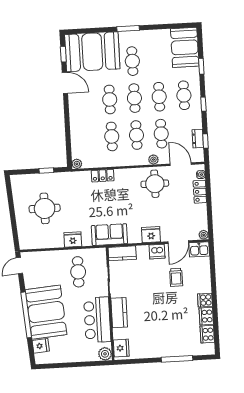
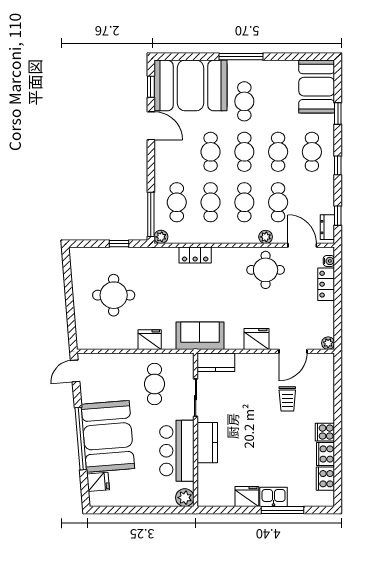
window: (128, 29) -> (241, 57), width x1.44
cafe table: (87, 138) -> (177, 202), added
dresser: (198, 139) -> (327, 227), moved
window: (69, 148) -> (151, 214), added
kitchen sink: (199, 249) -> (274, 497), moved, turned 180
dishwasher: (157, 252) -> (263, 362), removed
fridge: (121, 348) -> (247, 497), moved, turned -90

